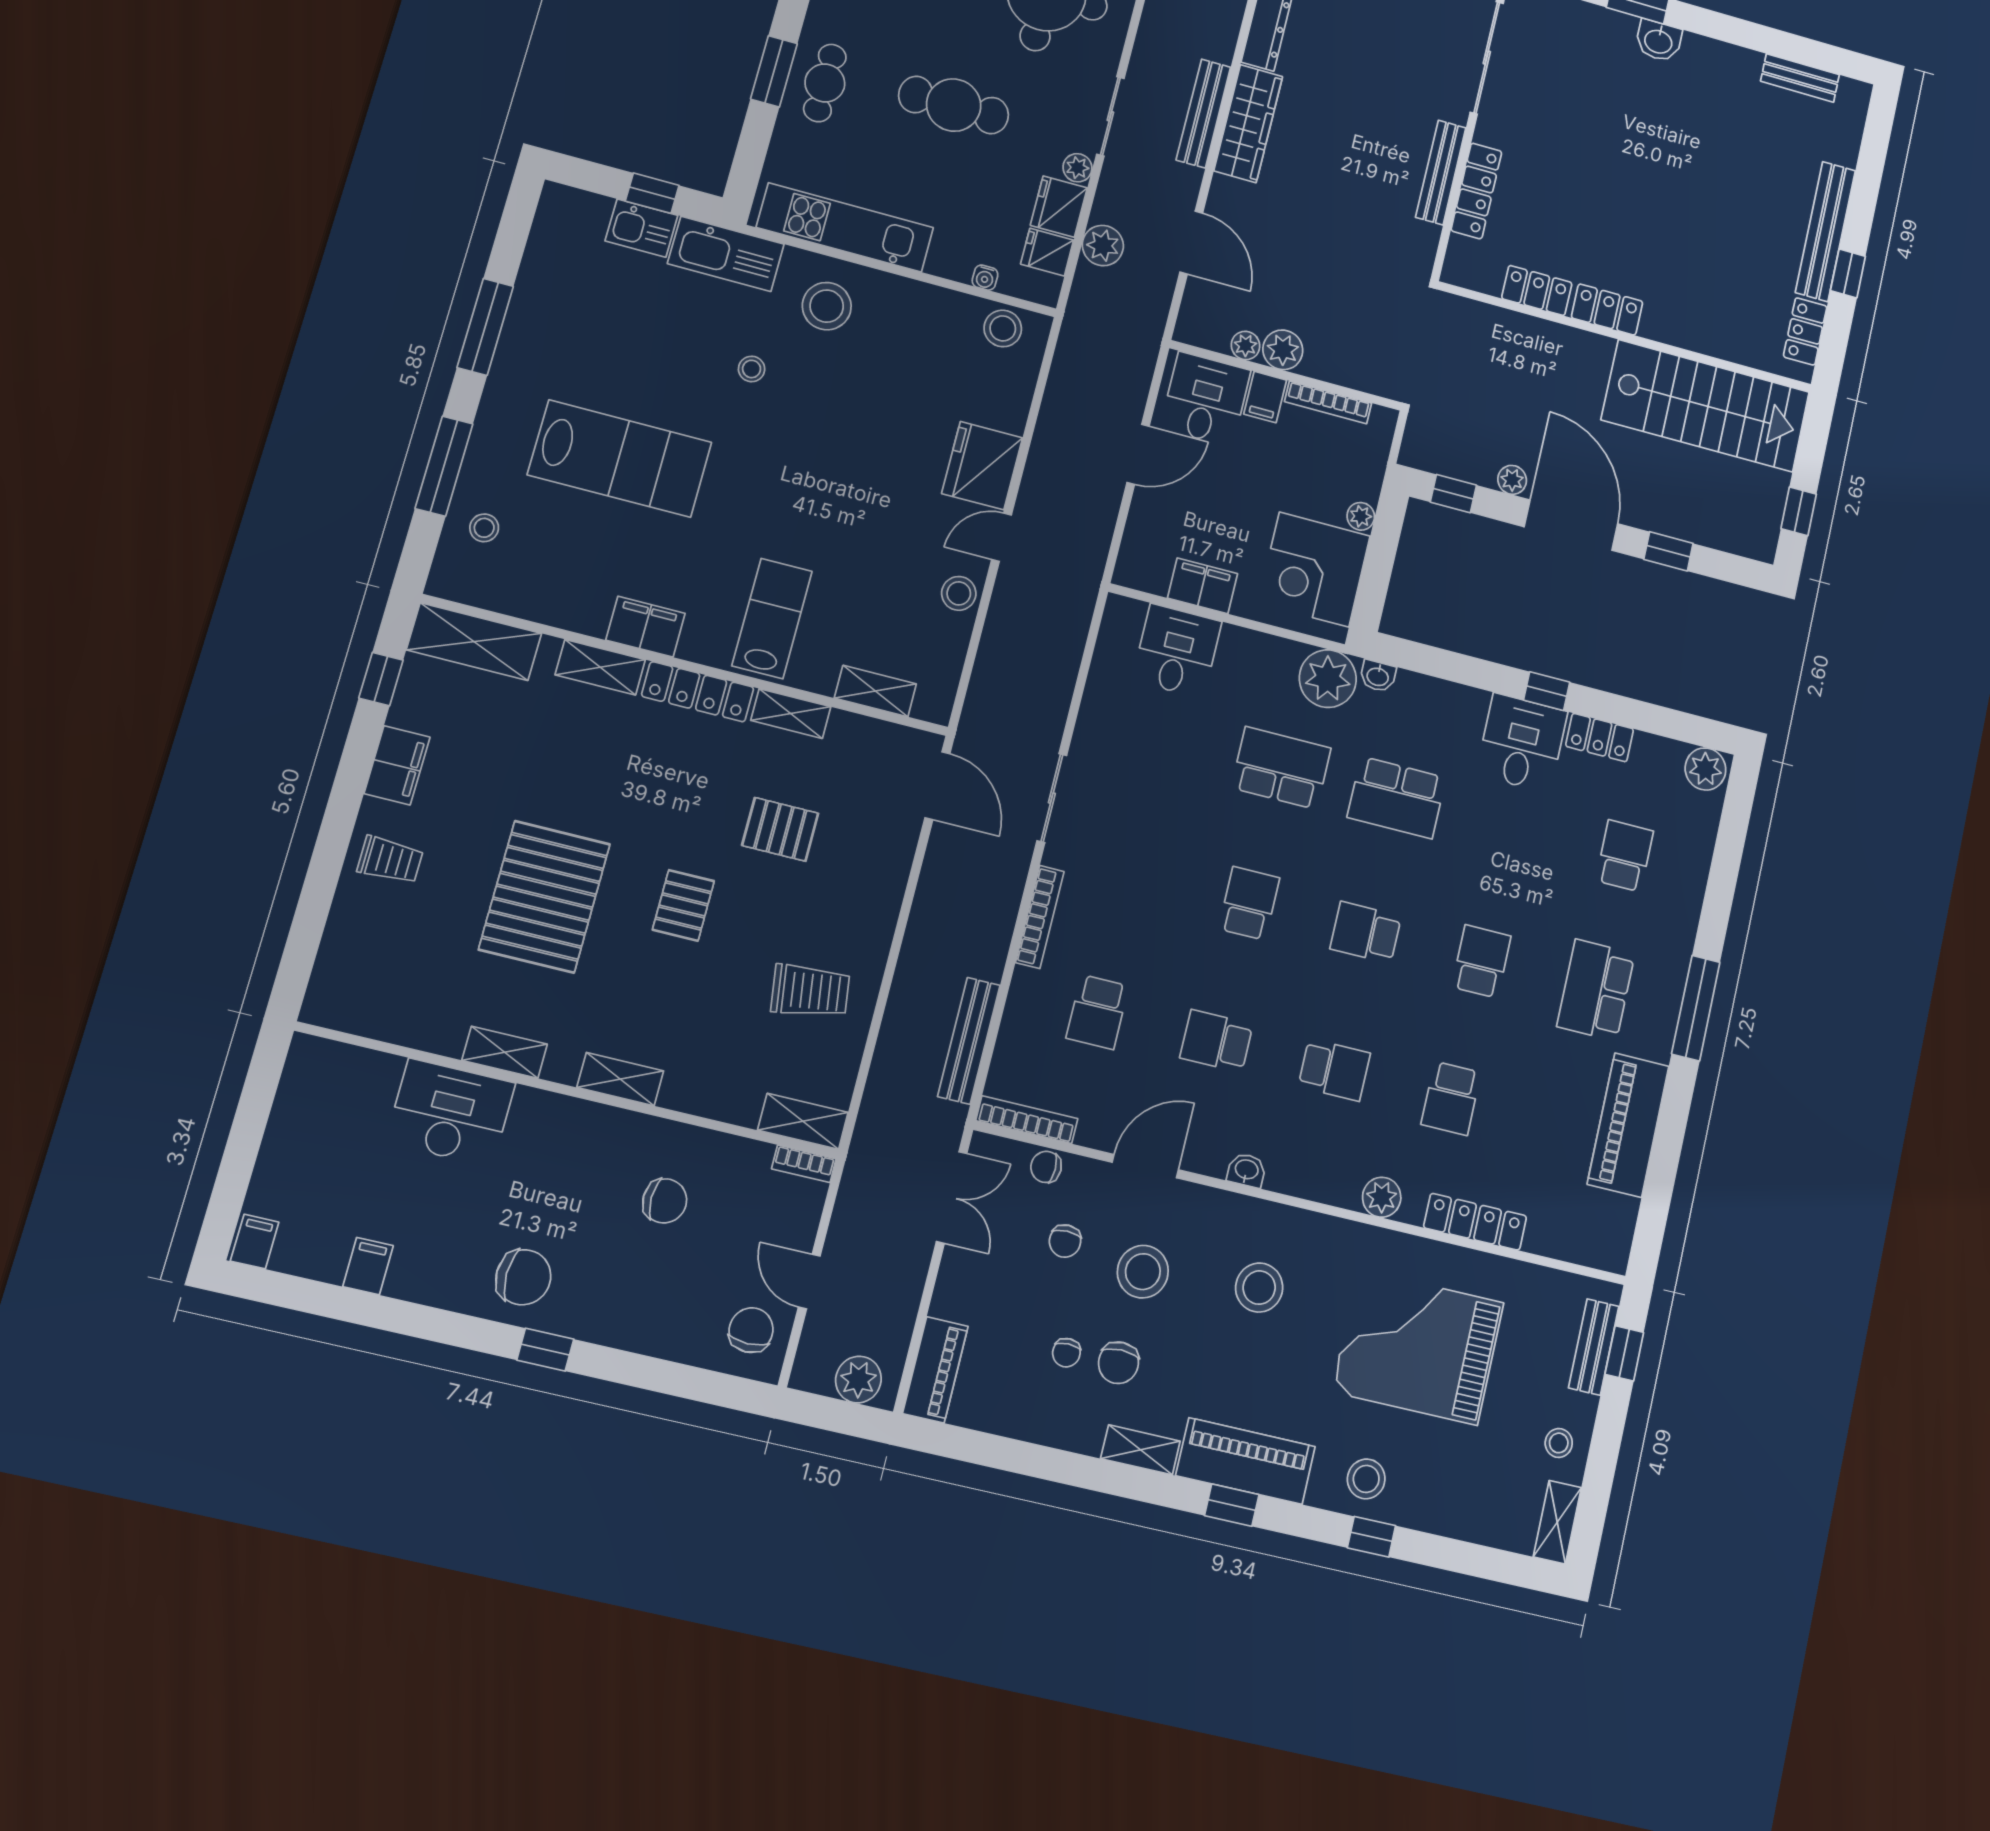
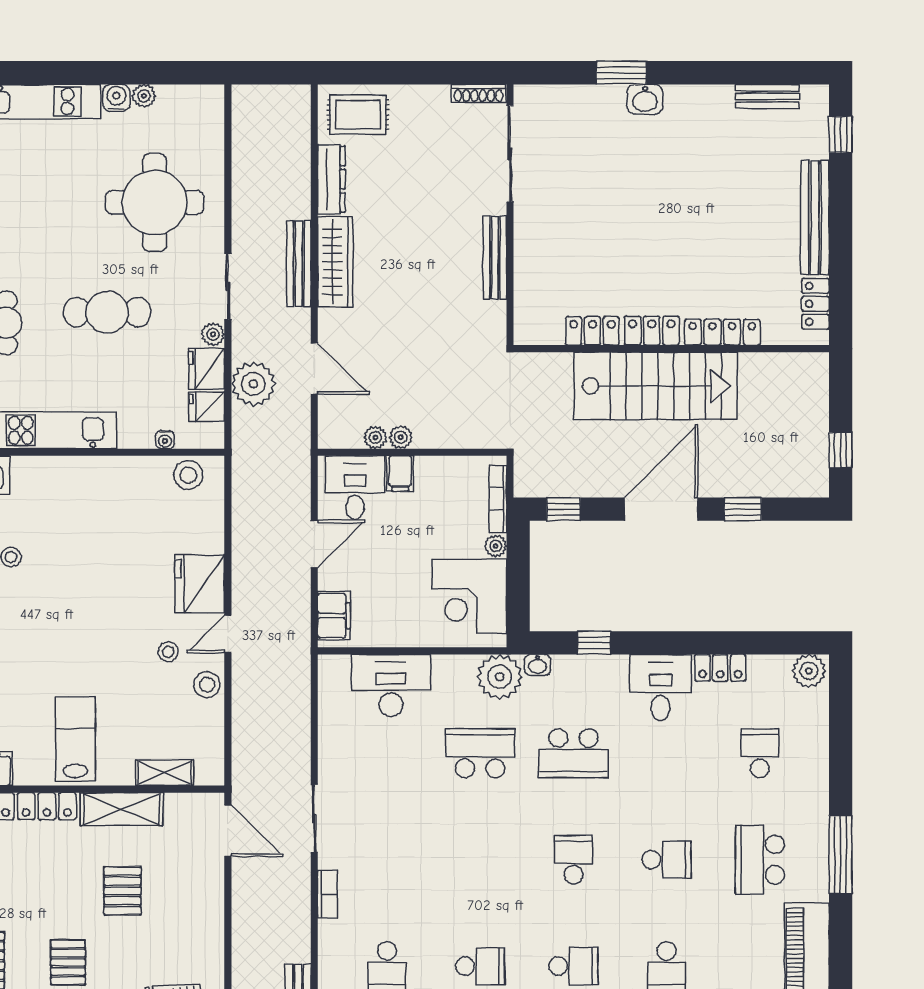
locker: (1476, 191) -> (722, 332), moved, turned -90
plant: (1103, 246) -> (253, 384), width x1.36, depth x1.36
window: (1848, 273) -> (841, 134), moved
stool: (827, 306) -> (168, 652), moved, width x0.53, depth x0.53
plant: (1283, 350) -> (401, 437), width x0.73, depth x0.73
bookcase: (1328, 402) -> (498, 499), moved, turned 90
stairs: (1706, 406) -> (656, 386), moved
plant: (1512, 480) -> (607, 486), removed
door: (1571, 525) -> (661, 509), hinge flipped
filing cabinet: (1203, 586) -> (334, 616), moved, turned 90
desk: (1177, 651) -> (391, 685), width x1.37
window: (1547, 691) -> (594, 643), moved
shelving: (791, 714) -> (121, 809), width x1.50, depth x1.33
pallet: (780, 829) -> (122, 891), turned 90
school desk: (1249, 903) -> (480, 860), removed
bookcase: (1040, 917) -> (327, 894), width x0.64
school desk: (1366, 933) -> (573, 860), turned 90
school desk: (1481, 961) -> (667, 860), turned 90
school desk: (1216, 1041) -> (480, 966), turned 180

